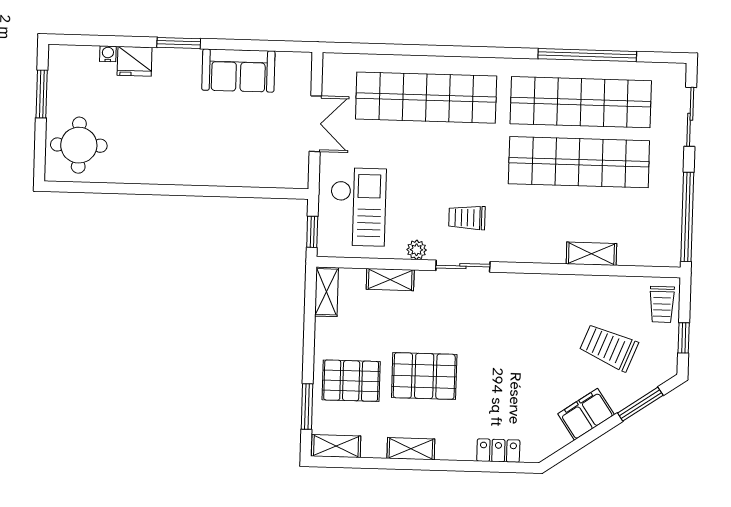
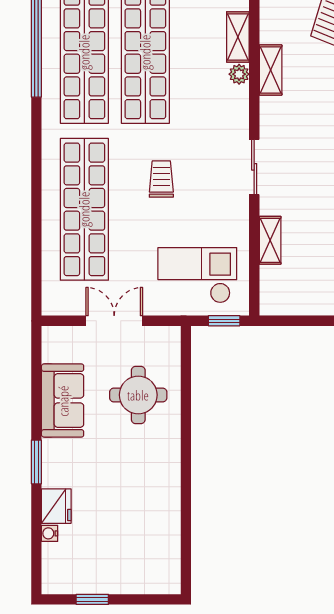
window: (42, 94) -> (92, 599), width x0.67
round table: (79, 145) -> (138, 395), moved
trolley: (467, 218) -> (161, 179), moved, turned 180
plant: (417, 250) -> (239, 74), moved
shelving: (327, 292) -> (271, 70), moved, turned 90

